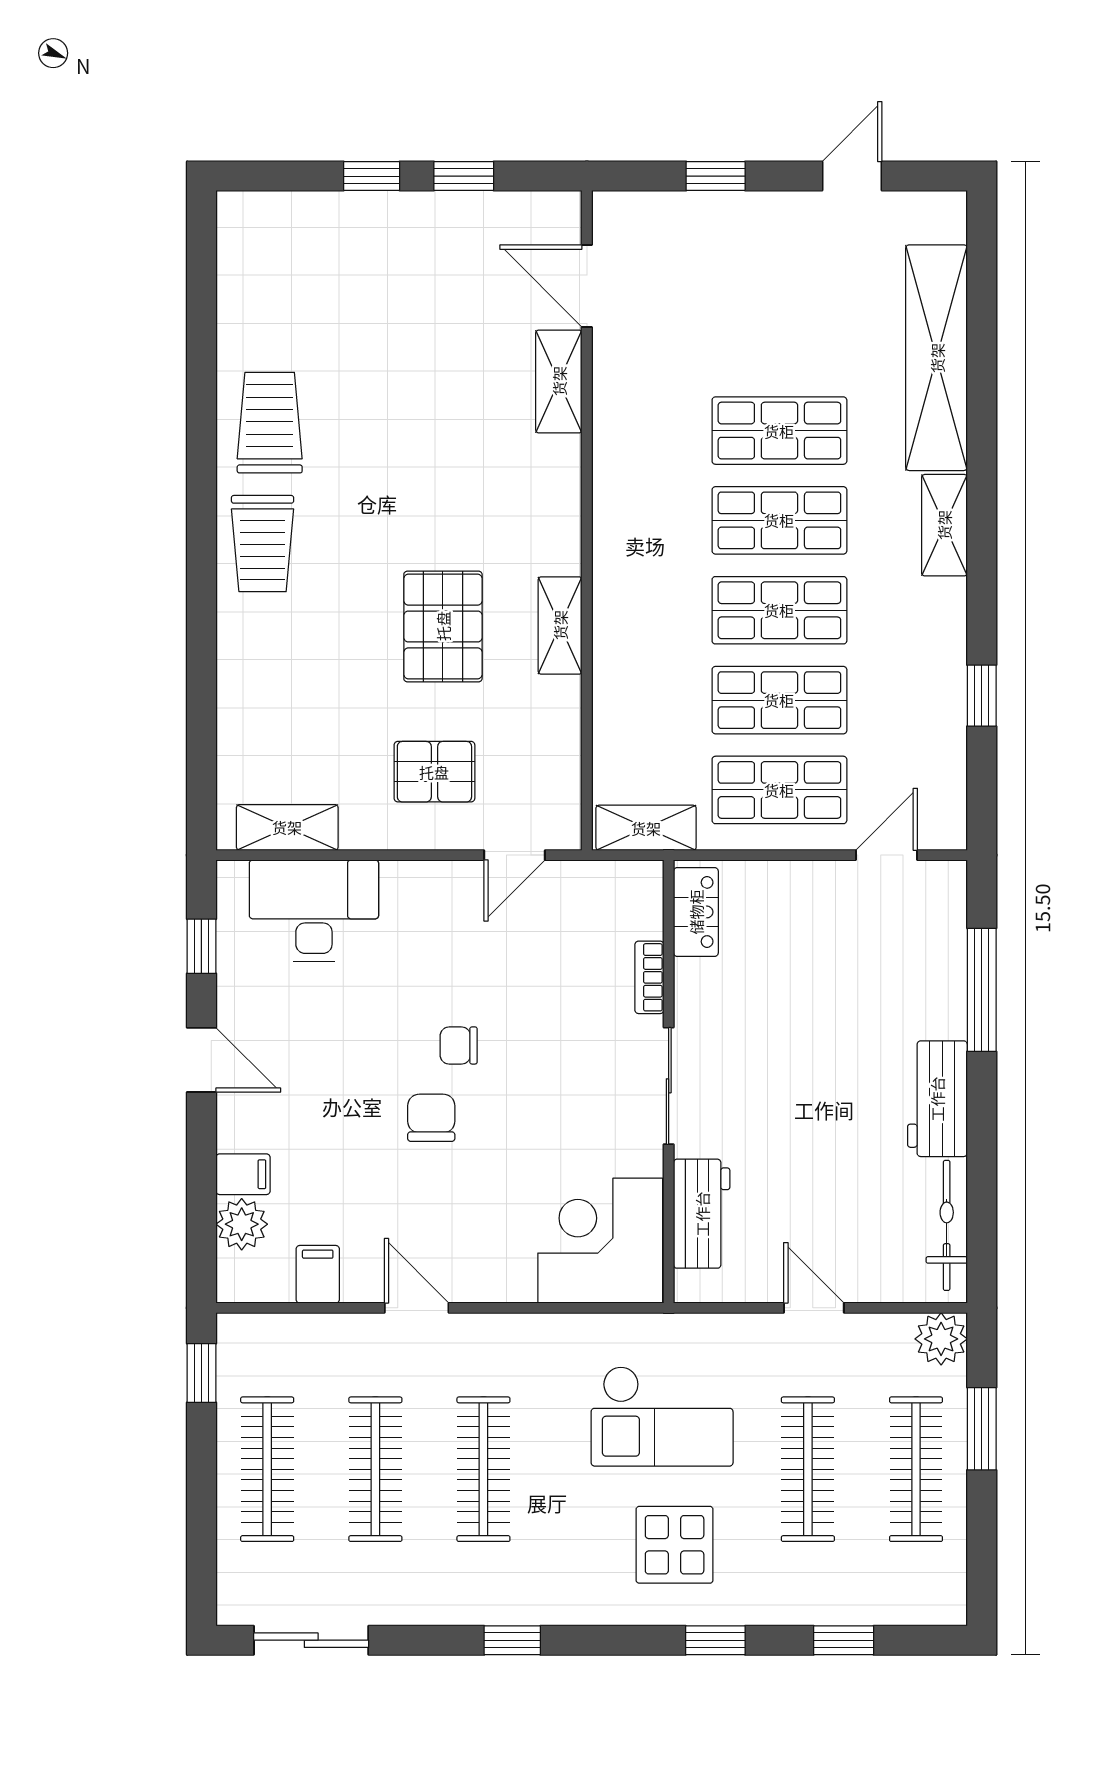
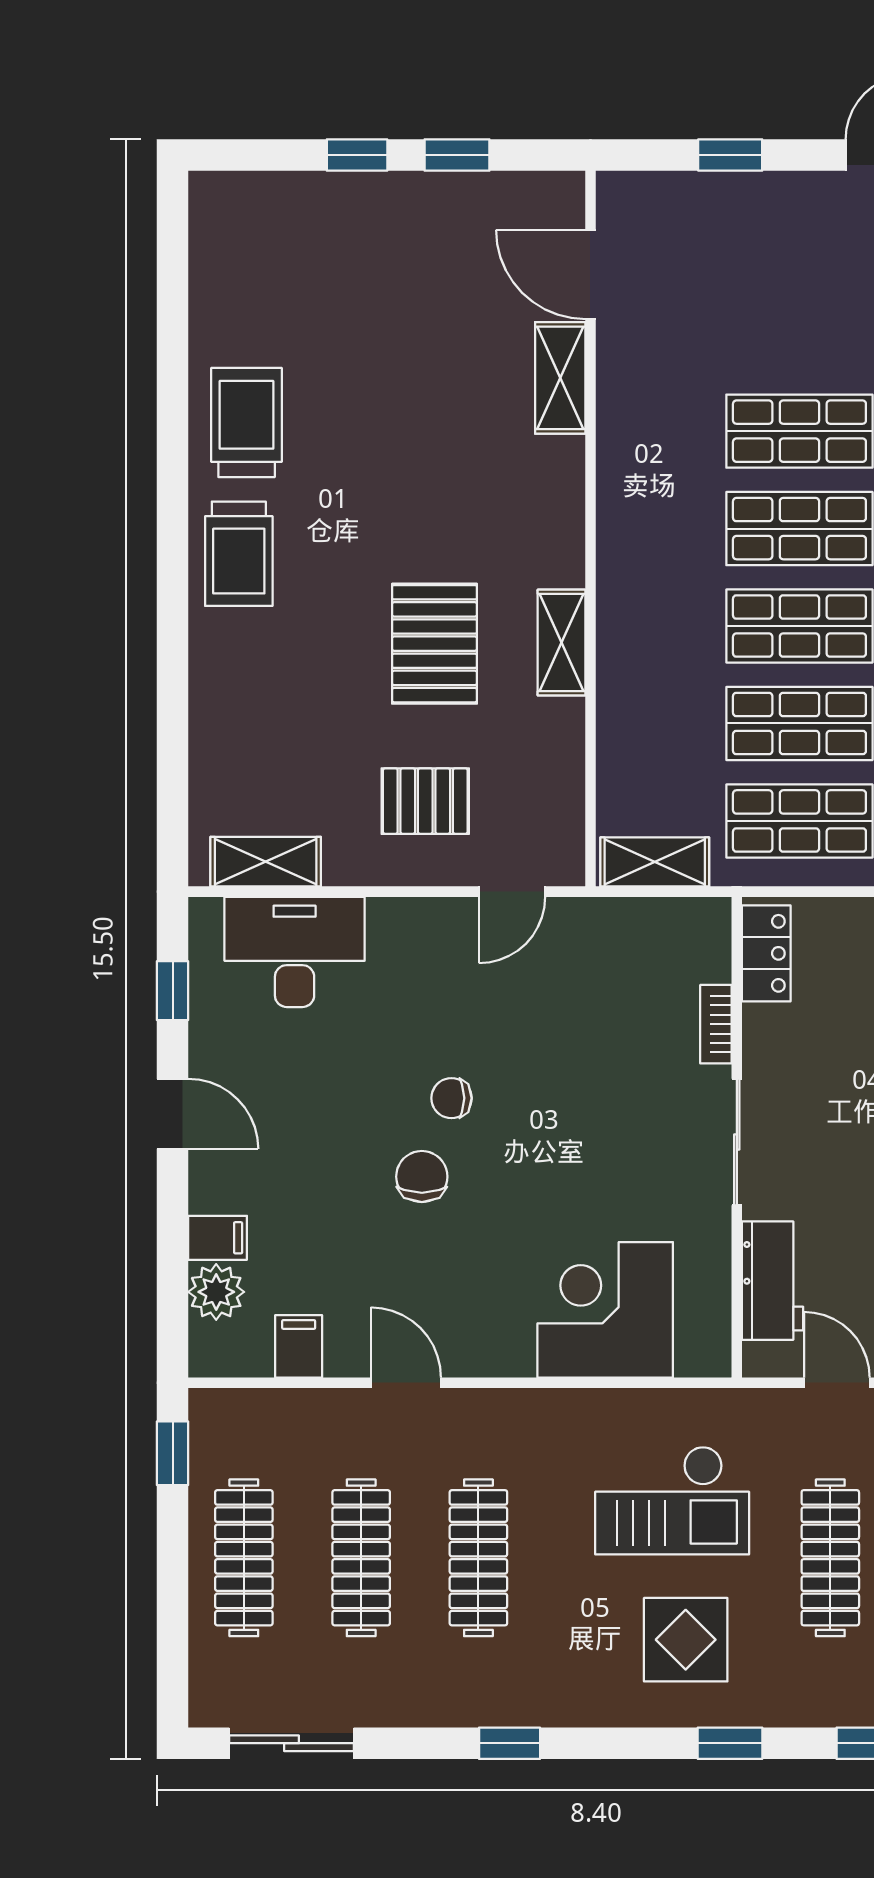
locker: (696, 912) -> (766, 953), moved
bookcase: (649, 977) -> (716, 1024), moved
wall: (669, 1082) -> (737, 1137), moved
sliding door: (669, 1086) -> (737, 1142), moved
workbench: (702, 1214) -> (773, 1281), moved

